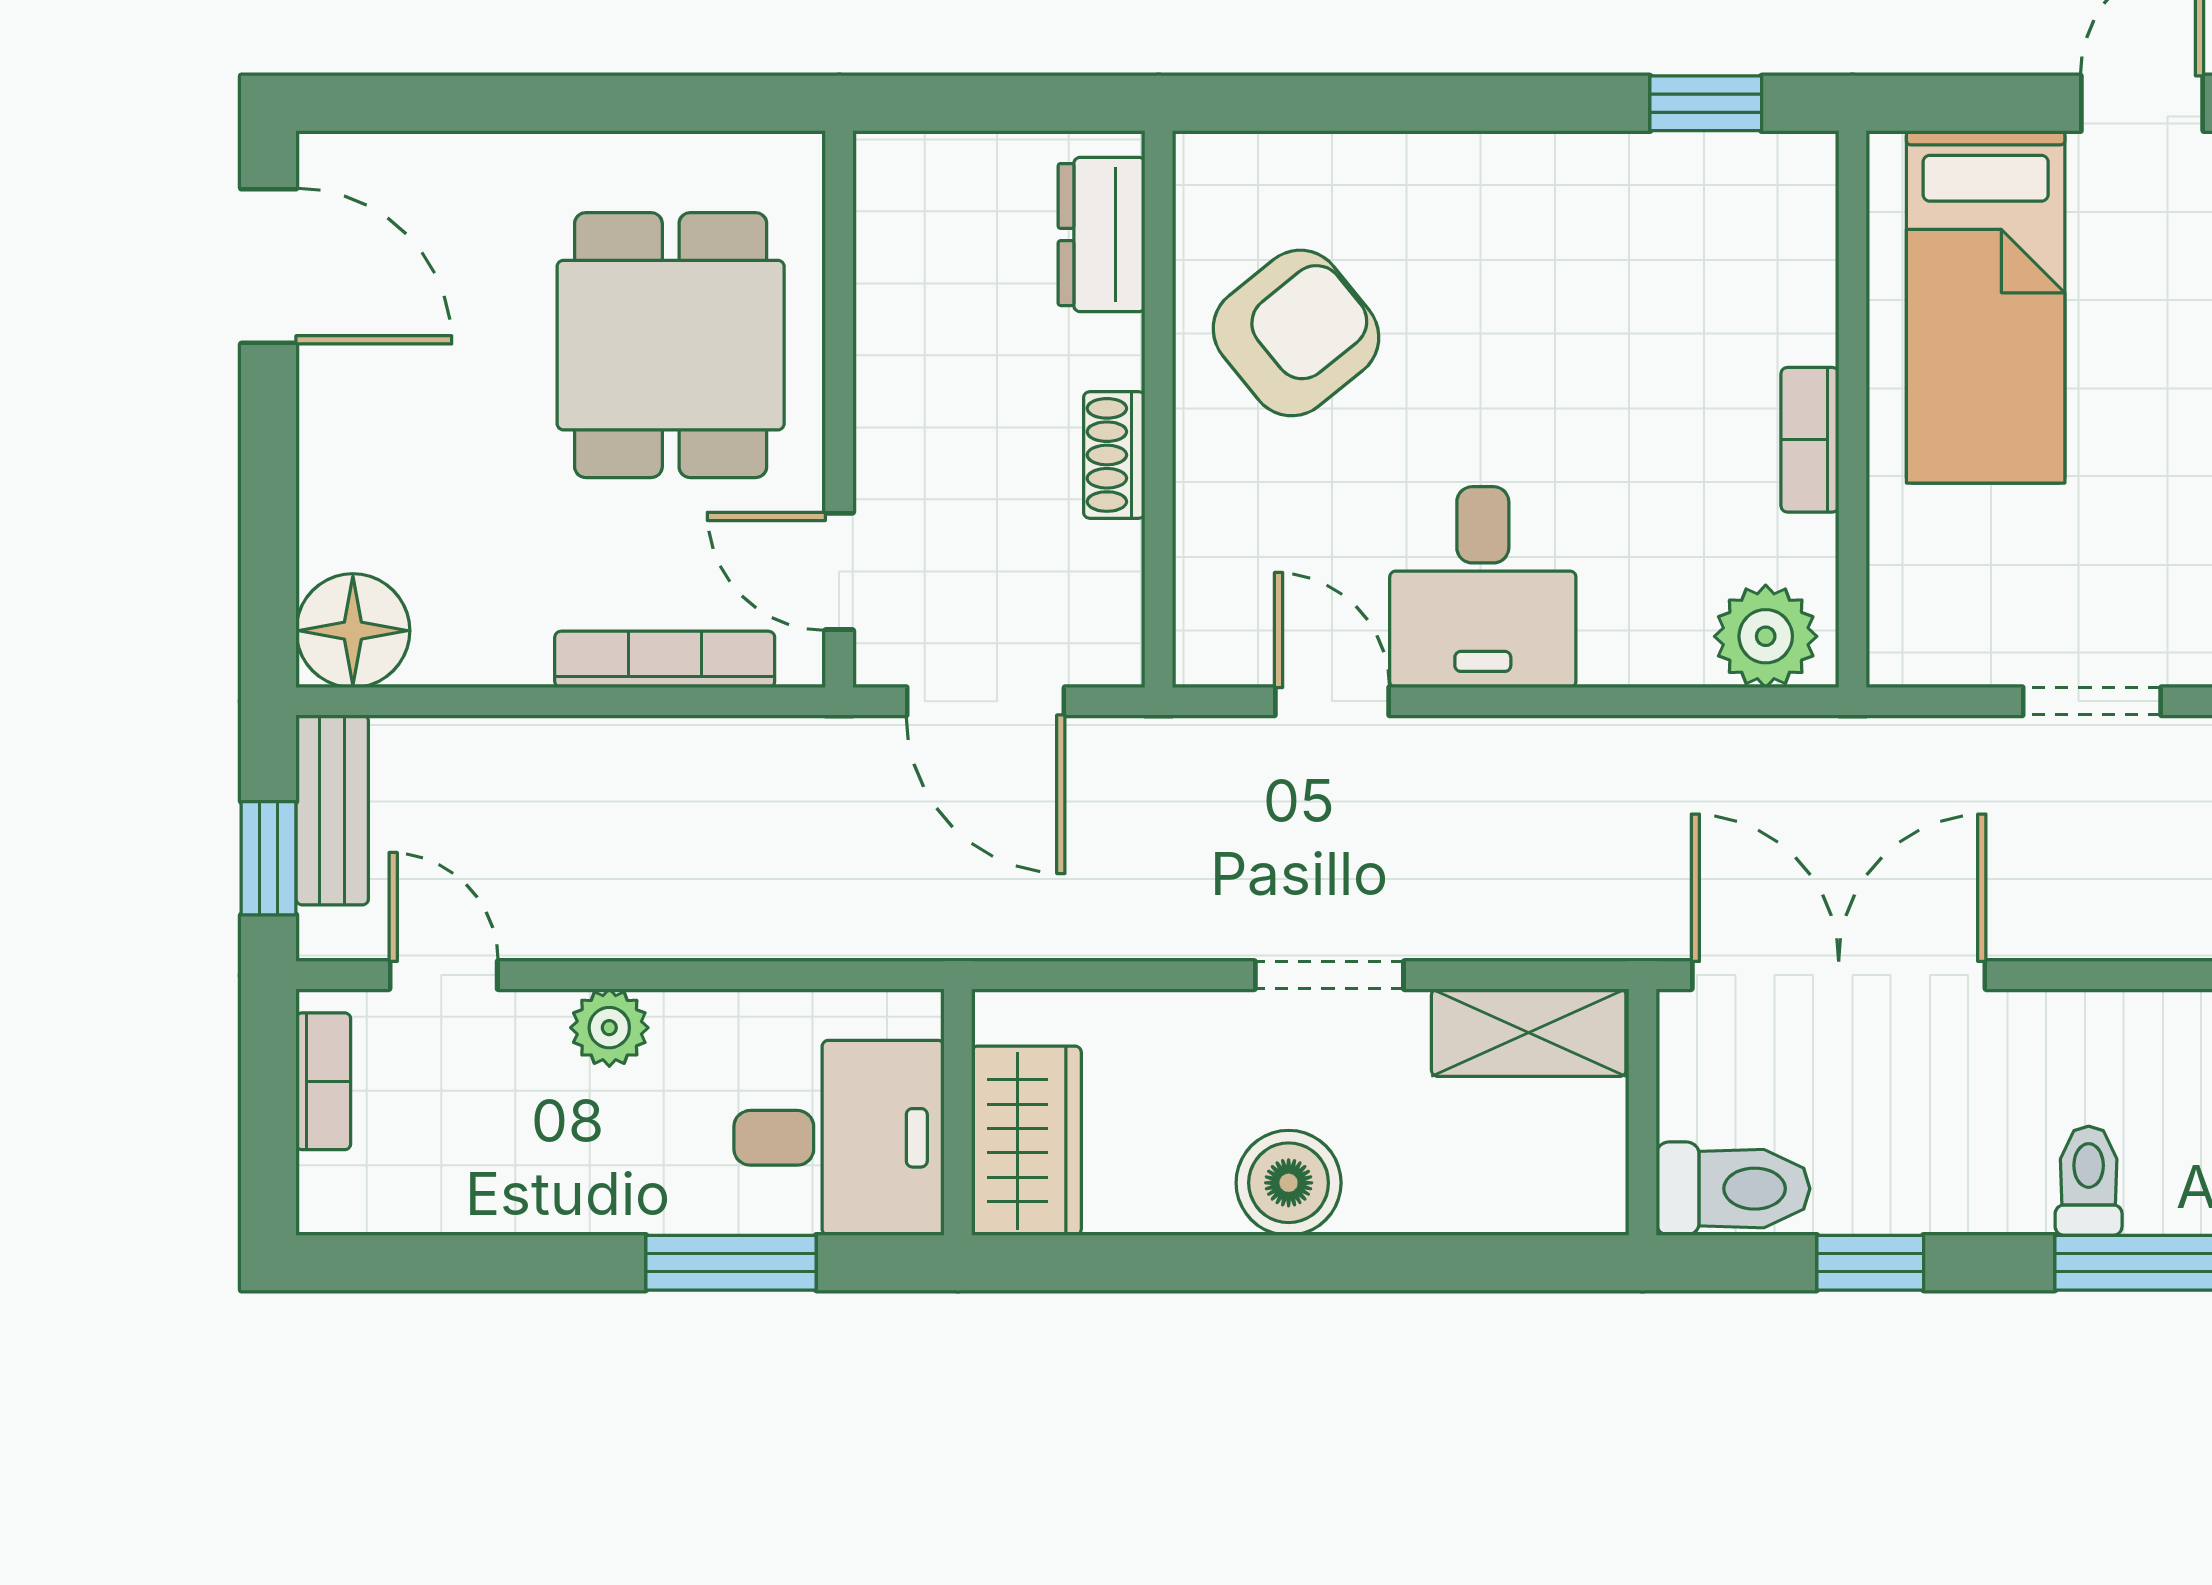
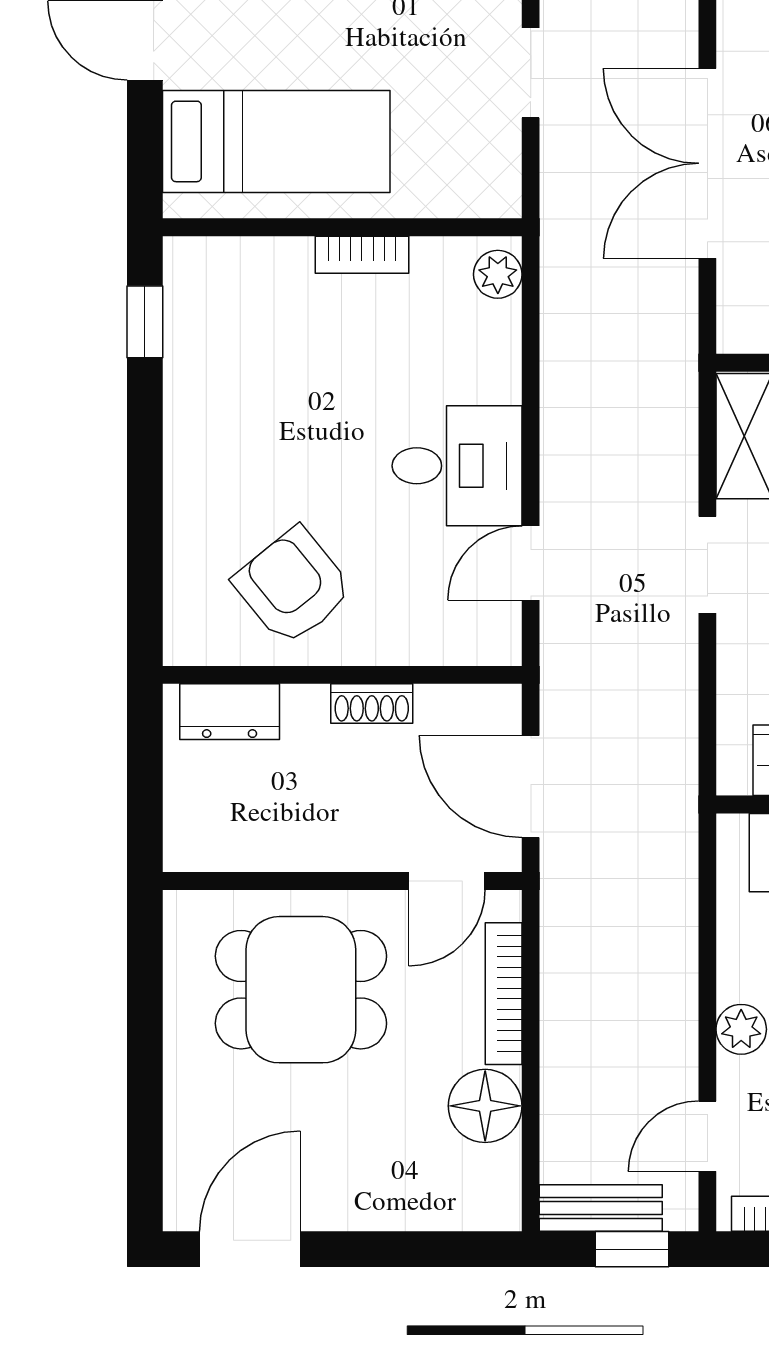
floor lamp: (353, 631) -> (485, 1106), moved
plant: (1766, 636) -> (498, 274), width x0.73, depth x0.73
door: (986, 701) -> (531, 787), swing flipped
double door: (1839, 975) -> (707, 163), moved

